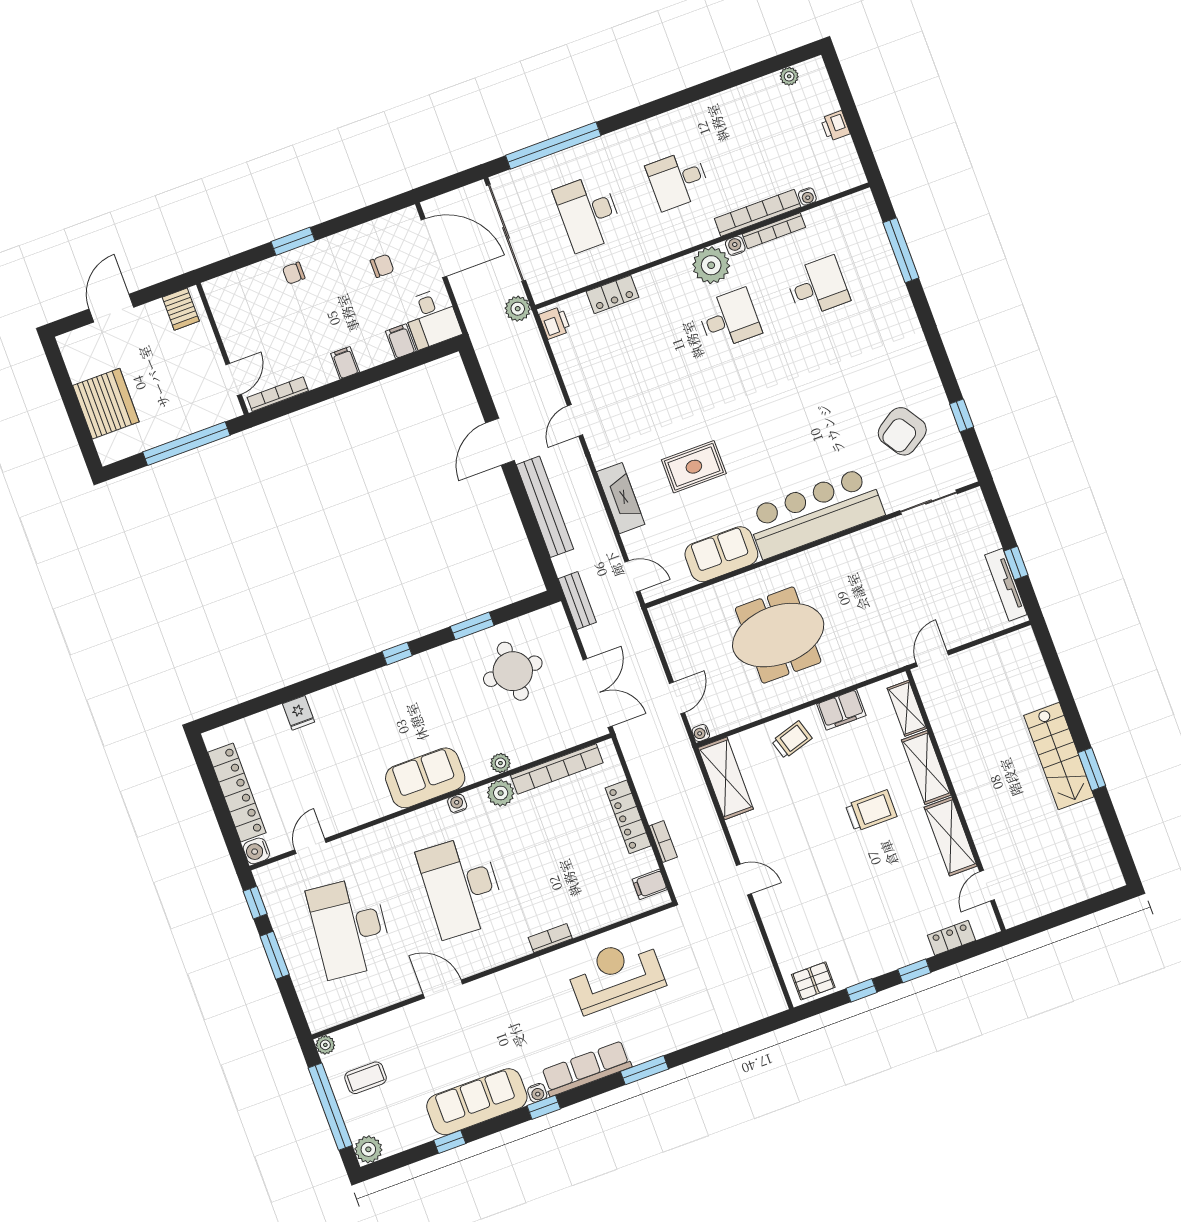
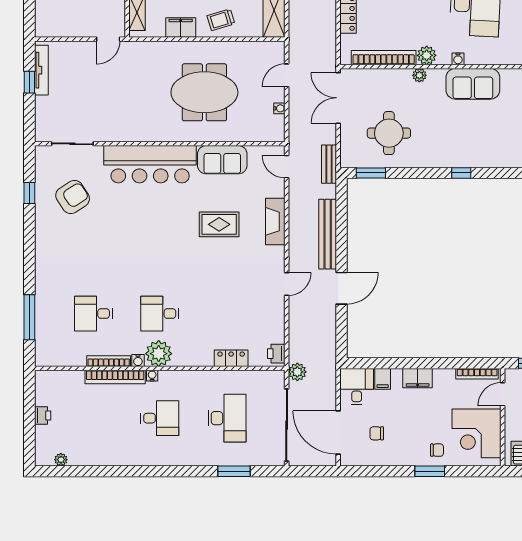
window: (553, 146) -> (234, 471), width x0.47
water cooler: (807, 196) -> (152, 376), moved
corner desk: (249, 315) -> (477, 433), added
filing cabinet: (345, 363) -> (418, 378), width x2.00
window: (472, 626) -> (371, 173), moved
water cooler: (701, 733) -> (279, 108), moved

